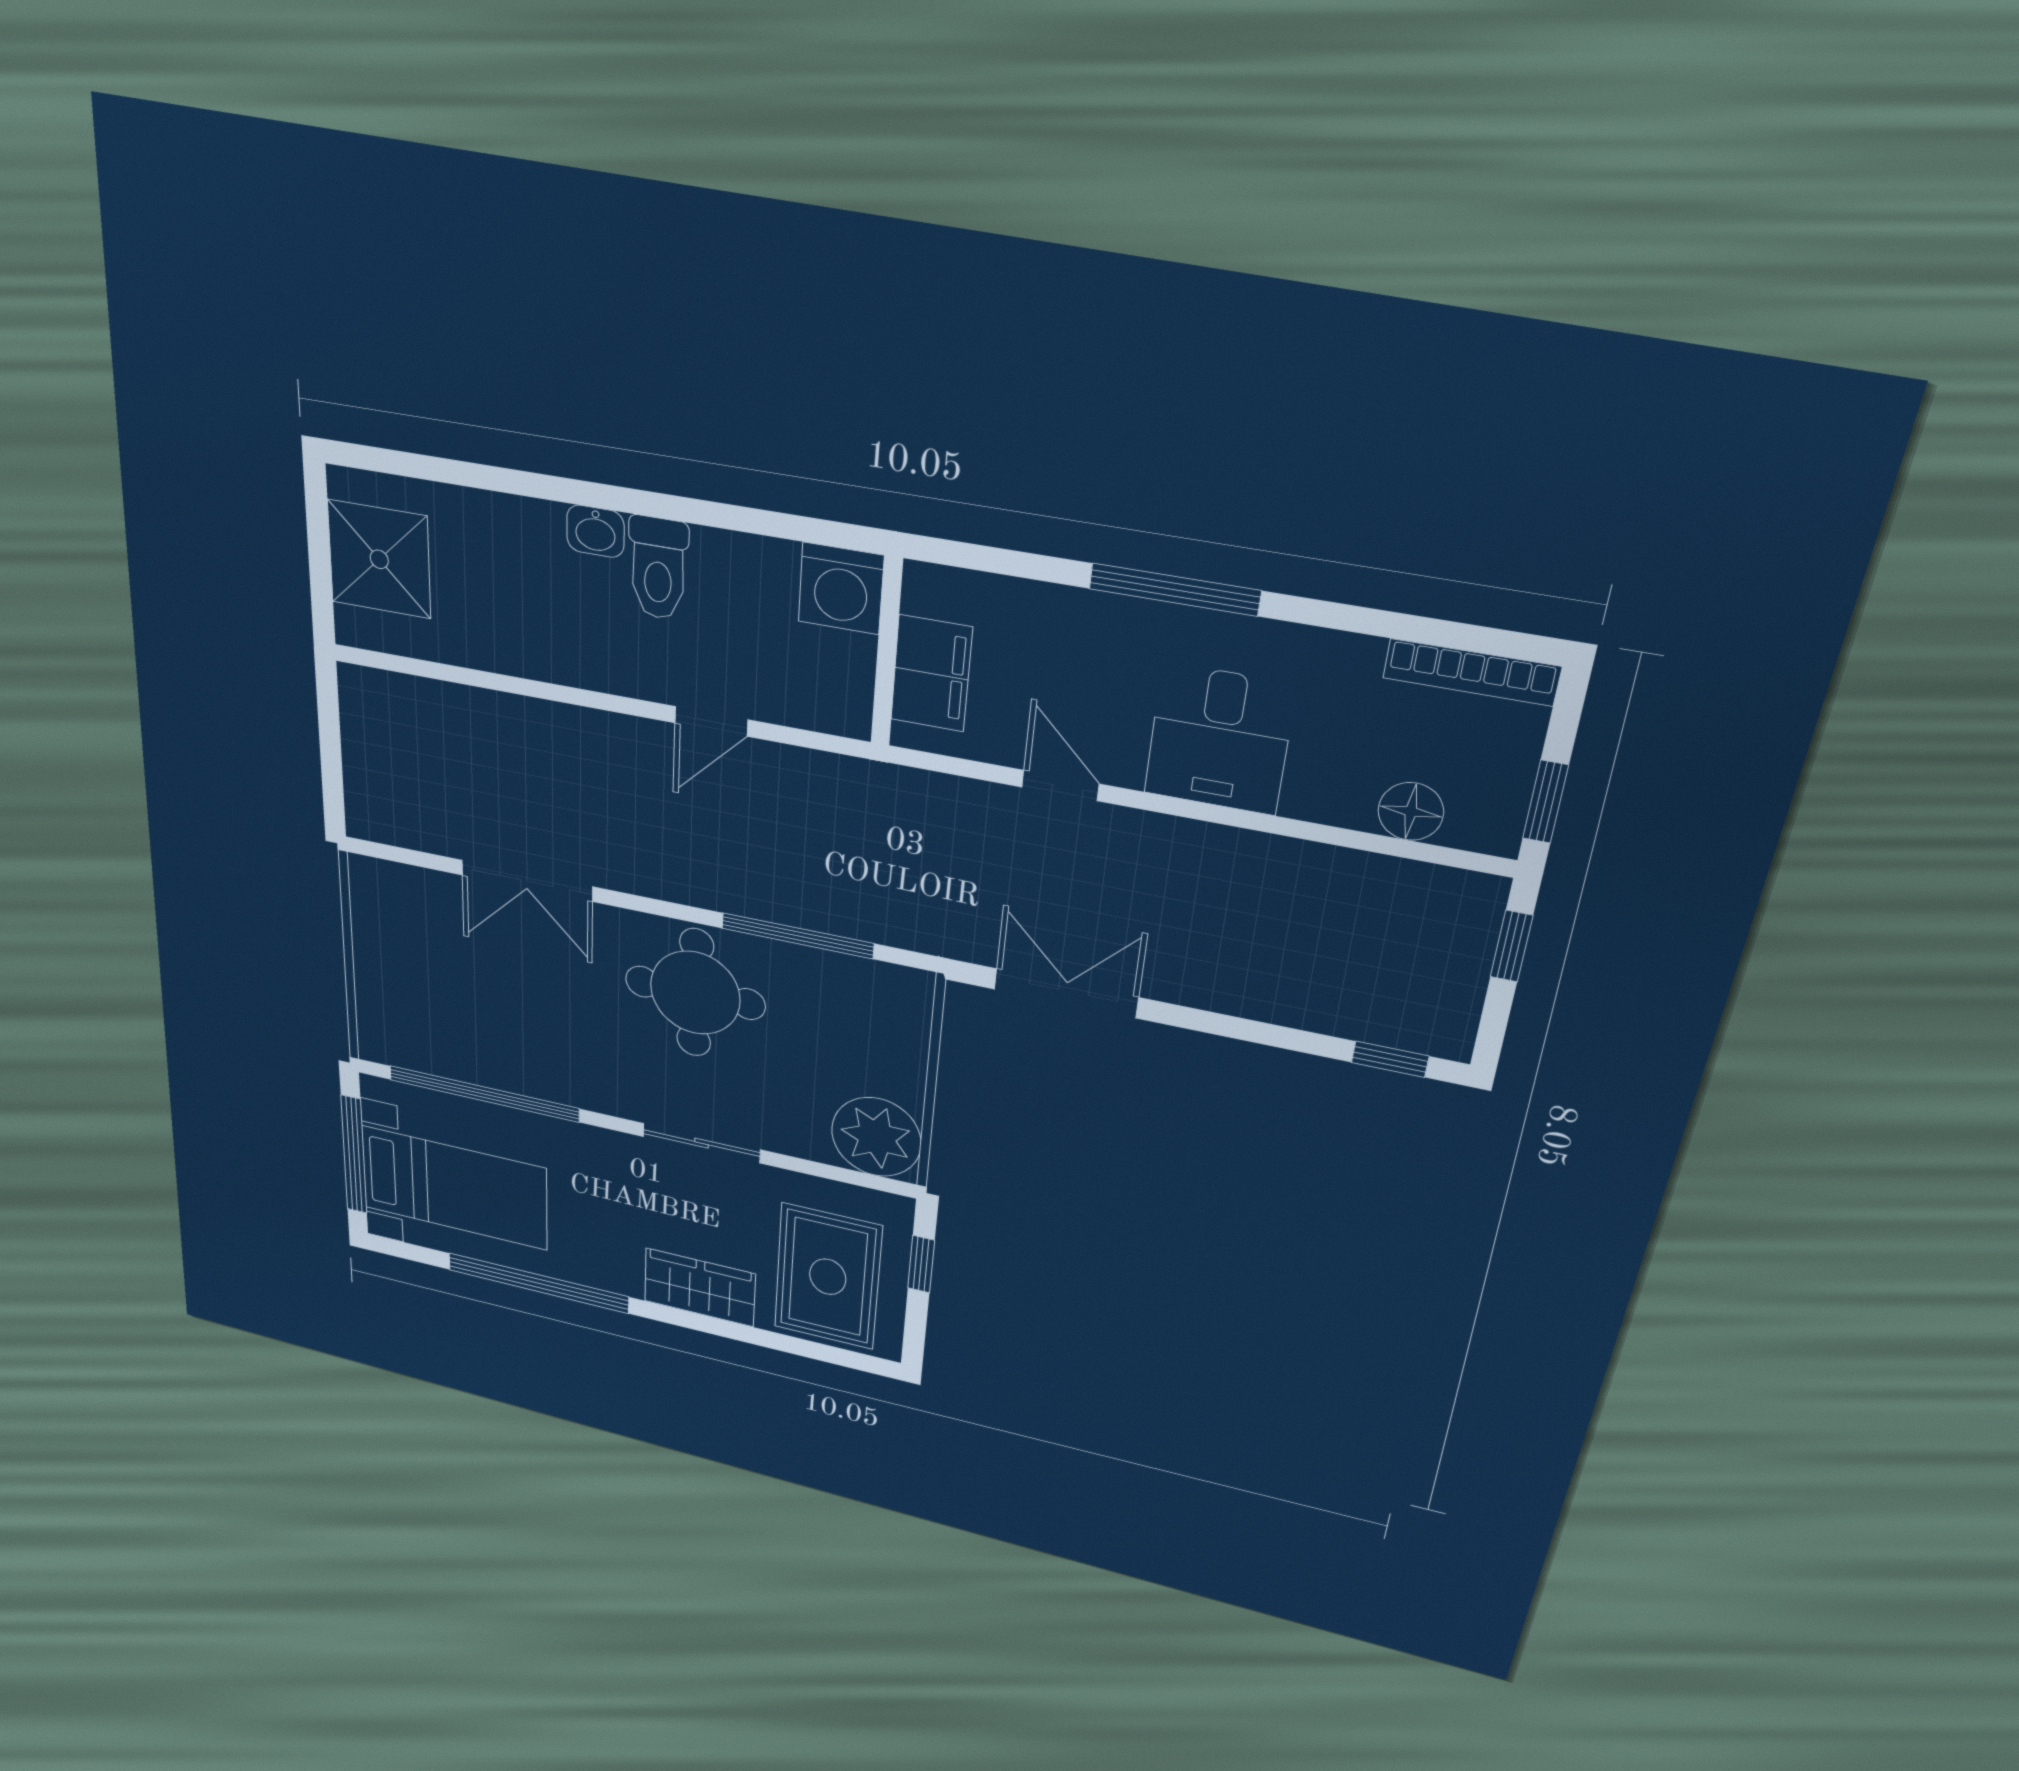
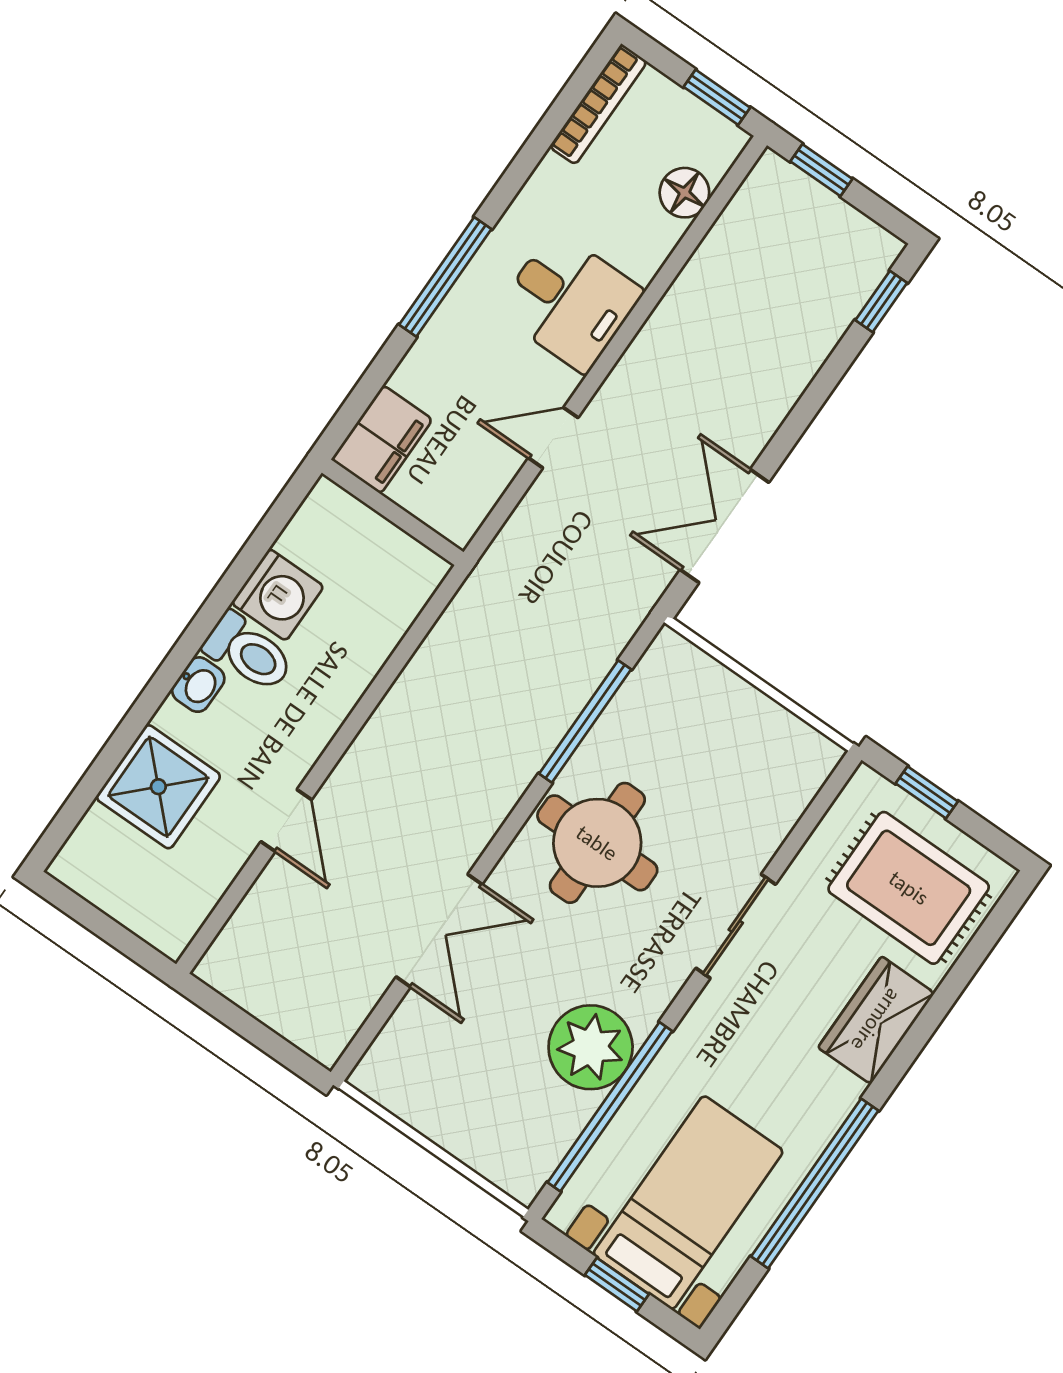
shower: (379, 559) -> (158, 787), moved
washing machine: (841, 588) -> (278, 595), moved
filing cabinet: (931, 674) -> (382, 439), moved, turned 90
door: (711, 721) -> (286, 821), moved
plant: (876, 1137) -> (591, 1047), moved
window: (354, 1155) -> (617, 1285), width x0.46

